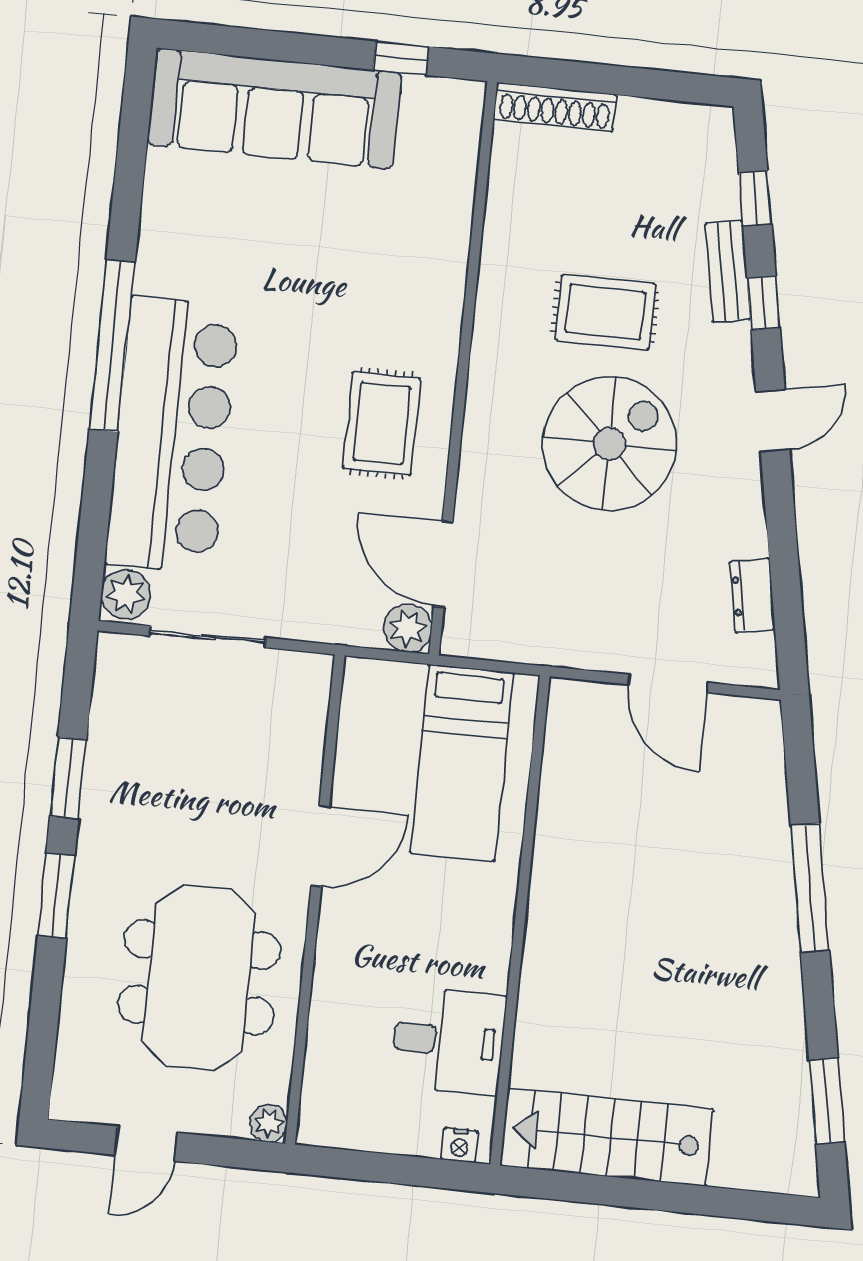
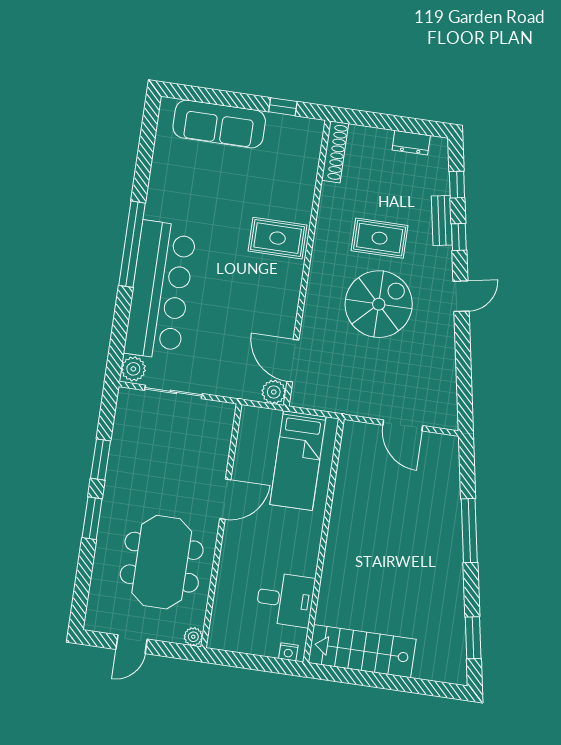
shoe rack: (555, 107) -> (335, 152), moved, turned -90
sofa: (274, 109) -> (219, 124), width x0.74, depth x0.79
rug: (382, 423) -> (278, 238), moved, turned 90
dresser: (752, 595) -> (411, 143), moved, turned -80

